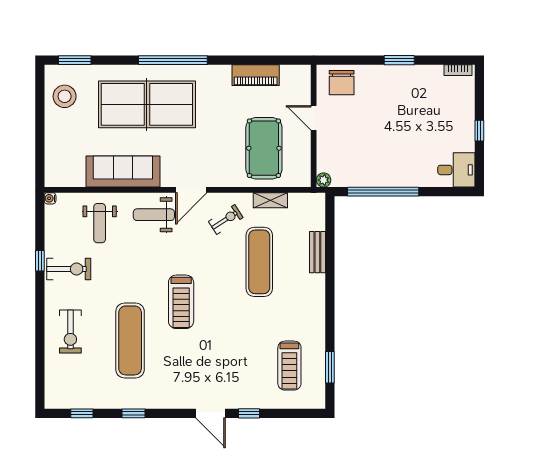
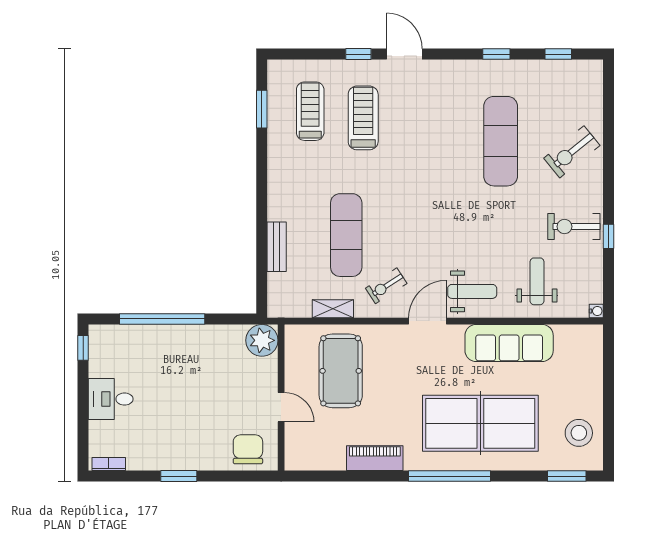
piano: (256, 75) -> (375, 458), moved
window: (479, 131) -> (83, 348), moved
desk: (456, 170) -> (111, 399), moved
plant: (324, 180) -> (262, 340), width x1.87, depth x1.87
window: (383, 192) -> (162, 319), moved
treadmill: (181, 302) -> (363, 118), moved
exercise bike: (70, 332) -> (572, 152), turned -129

